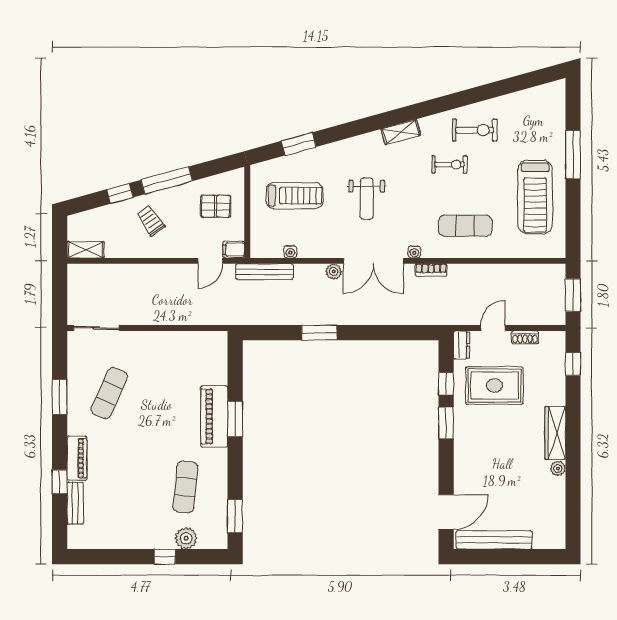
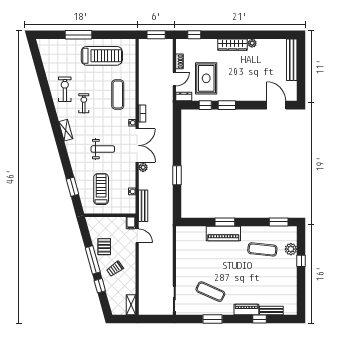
pallet: (216, 206) -> (104, 247), moved
door: (493, 328) -> (174, 79), swing flipped
bench: (494, 540) -> (292, 60), moved

